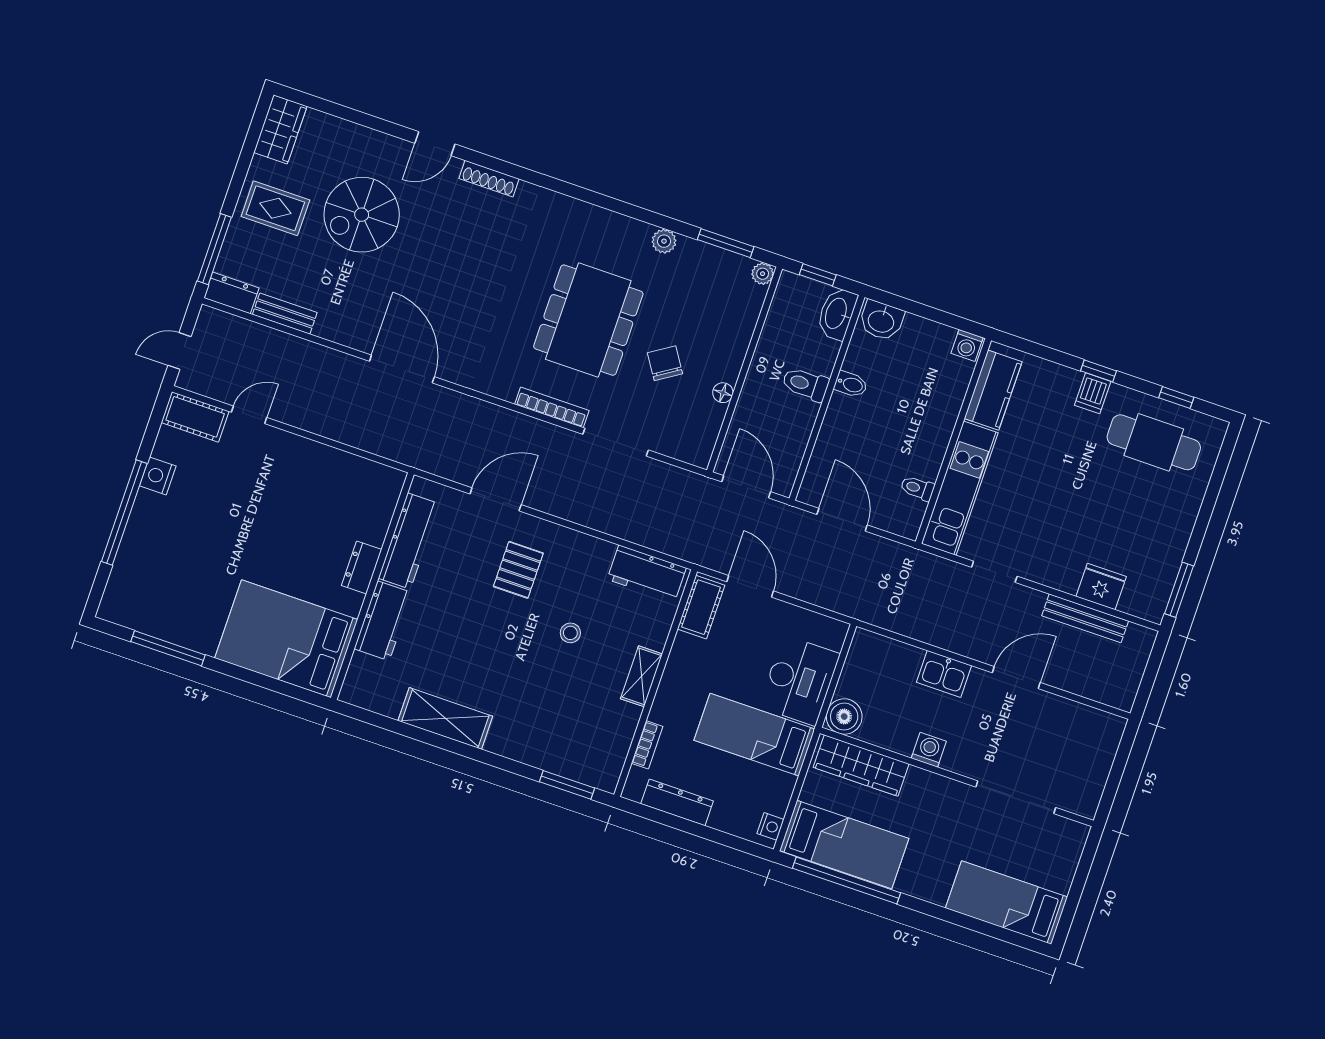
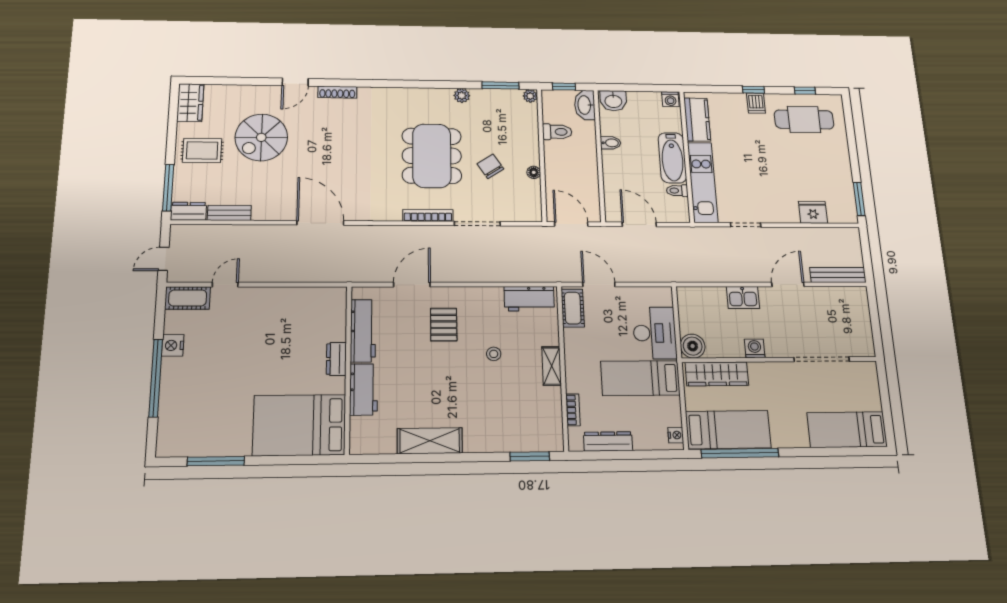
toilet: (805, 384) -> (557, 132), moved, turned 180
bathtub: (931, 437) -> (672, 158), added
bench: (1085, 618) -> (838, 275), moved

